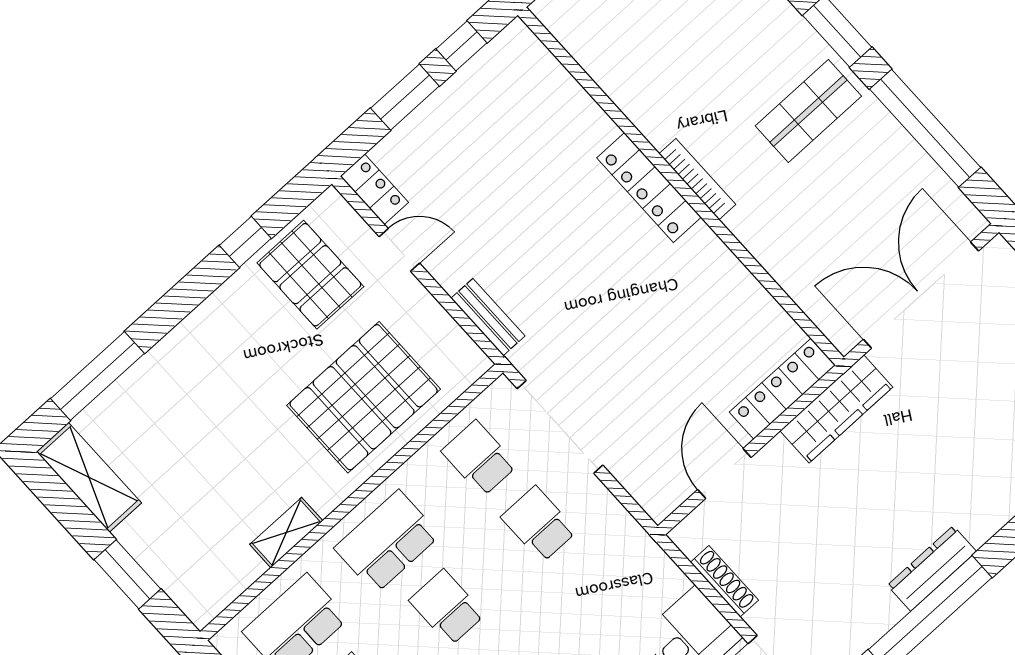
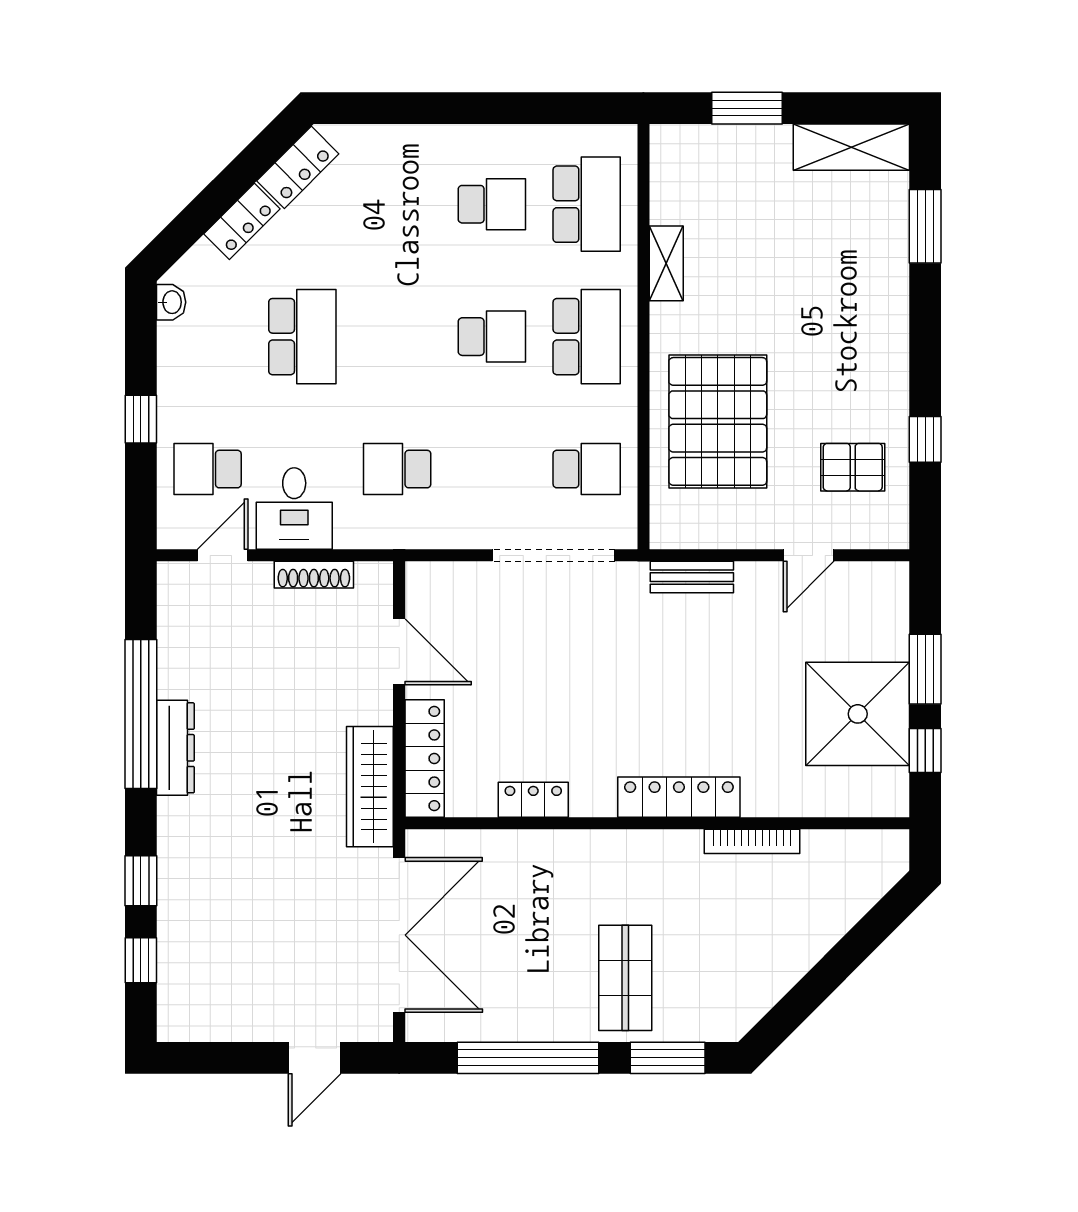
shower: (479, 116) -> (858, 714), added
bookcase: (697, 179) -> (752, 841), moved
locker: (374, 189) -> (533, 800), moved, turned 180
pallet: (310, 275) -> (853, 467), width x0.67, depth x0.71
window: (97, 376) -> (925, 226), width x0.69
school desk: (539, 524) -> (397, 469), moved, turned 180

